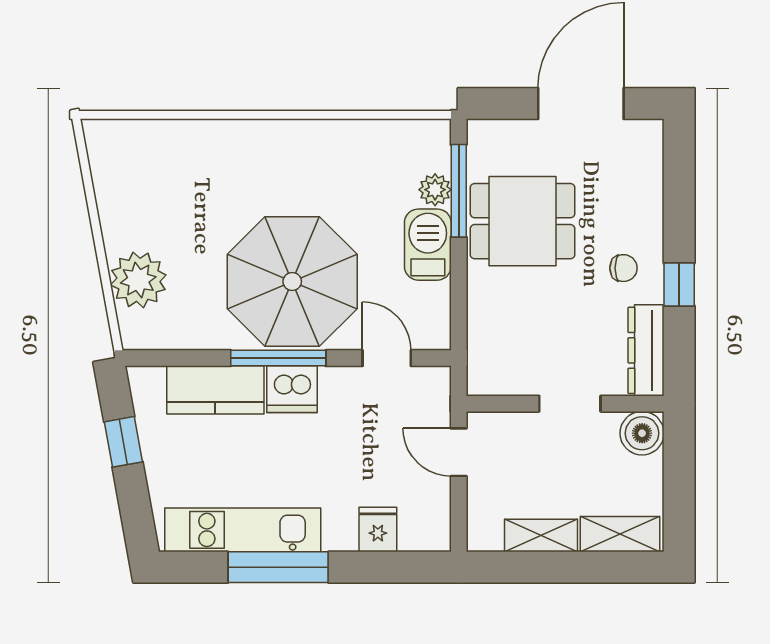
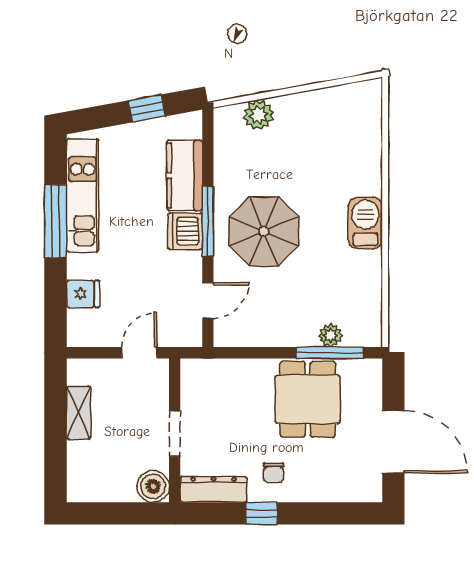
barbecue: (428, 245) -> (365, 223), moved, turned -90
plant: (138, 280) -> (258, 115), width x0.73, depth x0.73
parasol: (292, 281) -> (264, 231), width x0.73, depth x0.73
shelving: (620, 534) -> (80, 470), removed

